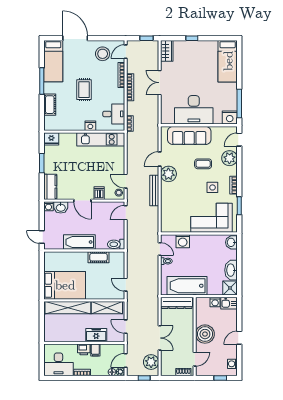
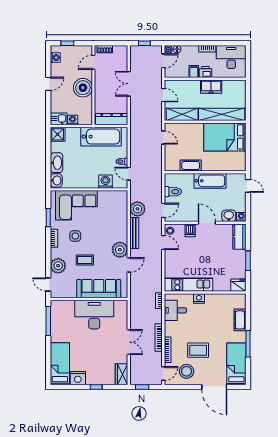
rug: (84, 90) -> (198, 350), moved, turned 90
nightstand: (230, 118) -> (78, 378), moved, turned 180
door: (239, 140) -> (48, 284), swing flipped
toilet: (116, 244) -> (173, 192), moved
washbasin: (231, 270) -> (57, 163), moved
freezer: (96, 335) -> (211, 87), moved
plant: (151, 362) -> (137, 209), moved

